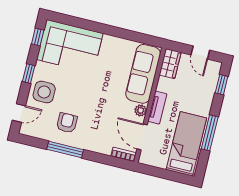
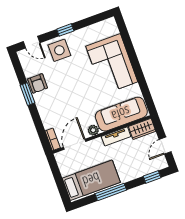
window: (38, 37) -> (97, 19), removed
corner sofa: (70, 46) -> (112, 64), moved
tv unit: (157, 108) -> (116, 136), moved
armchair: (67, 123) -> (38, 83), moved, turned 90
window: (65, 150) -> (28, 94), width x0.69

